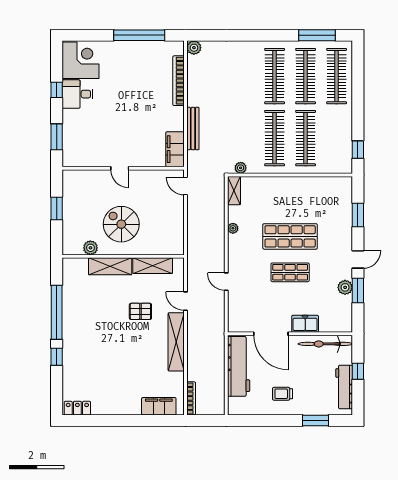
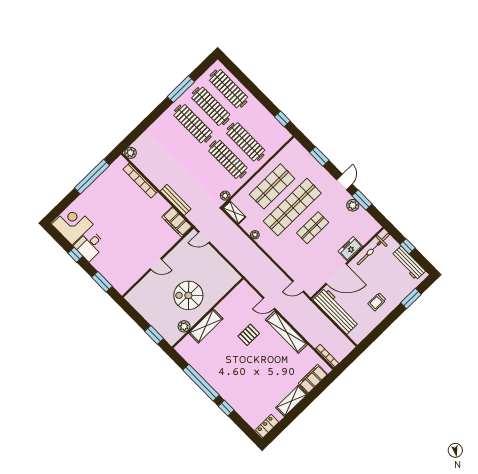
window: (317, 35) -> (181, 89), moved
shop shelf: (290, 201) -> (272, 186), added
window: (57, 208) -> (154, 335), moved
shop shelf: (290, 236) -> (292, 207), width x1.40
shelving: (153, 266) -> (292, 401), moved
door: (226, 282) -> (298, 286), moved

